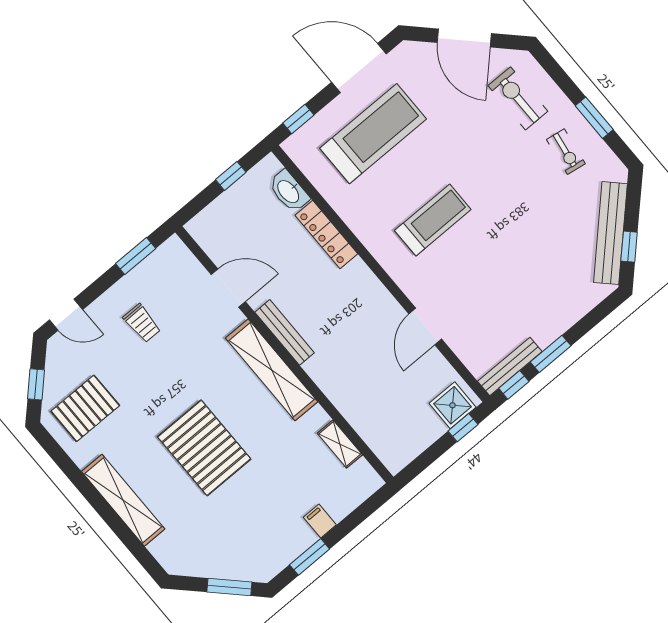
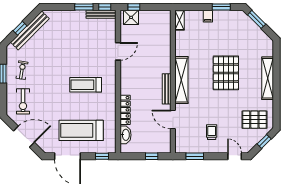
door: (464, 38) -> (24, 137), hinge flipped
window: (231, 176) -> (152, 156), moved
window: (629, 247) -> (20, 28), moved
shelving: (340, 444) -> (179, 20), moved

